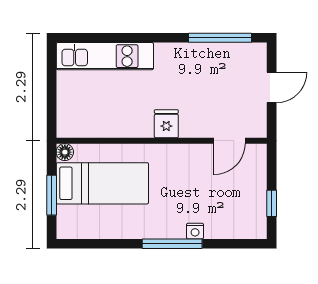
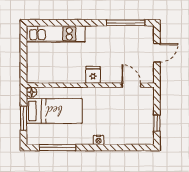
door: (229, 141) -> (131, 85), swing flipped
nightstand: (195, 231) -> (99, 140), moved
window: (172, 244) -> (57, 148), moved

